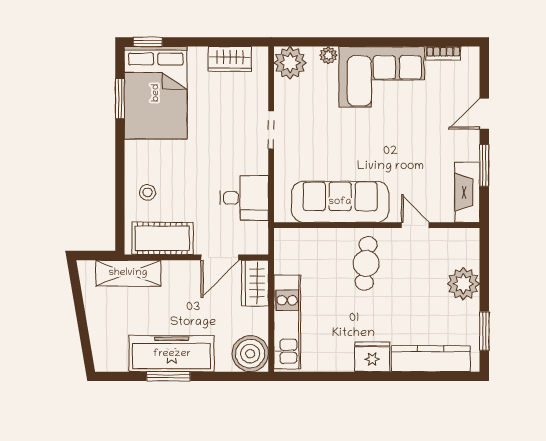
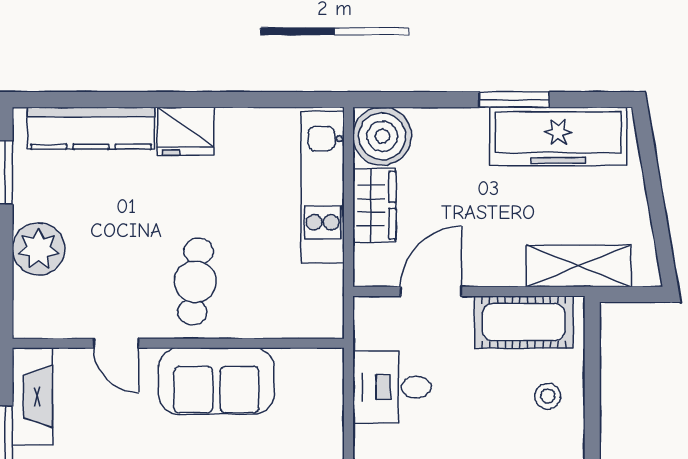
sofa: (340, 202) -> (216, 381), width x0.73
wardrobe: (255, 283) -> (374, 205), moved
freezer: (172, 354) -> (558, 136), moved

